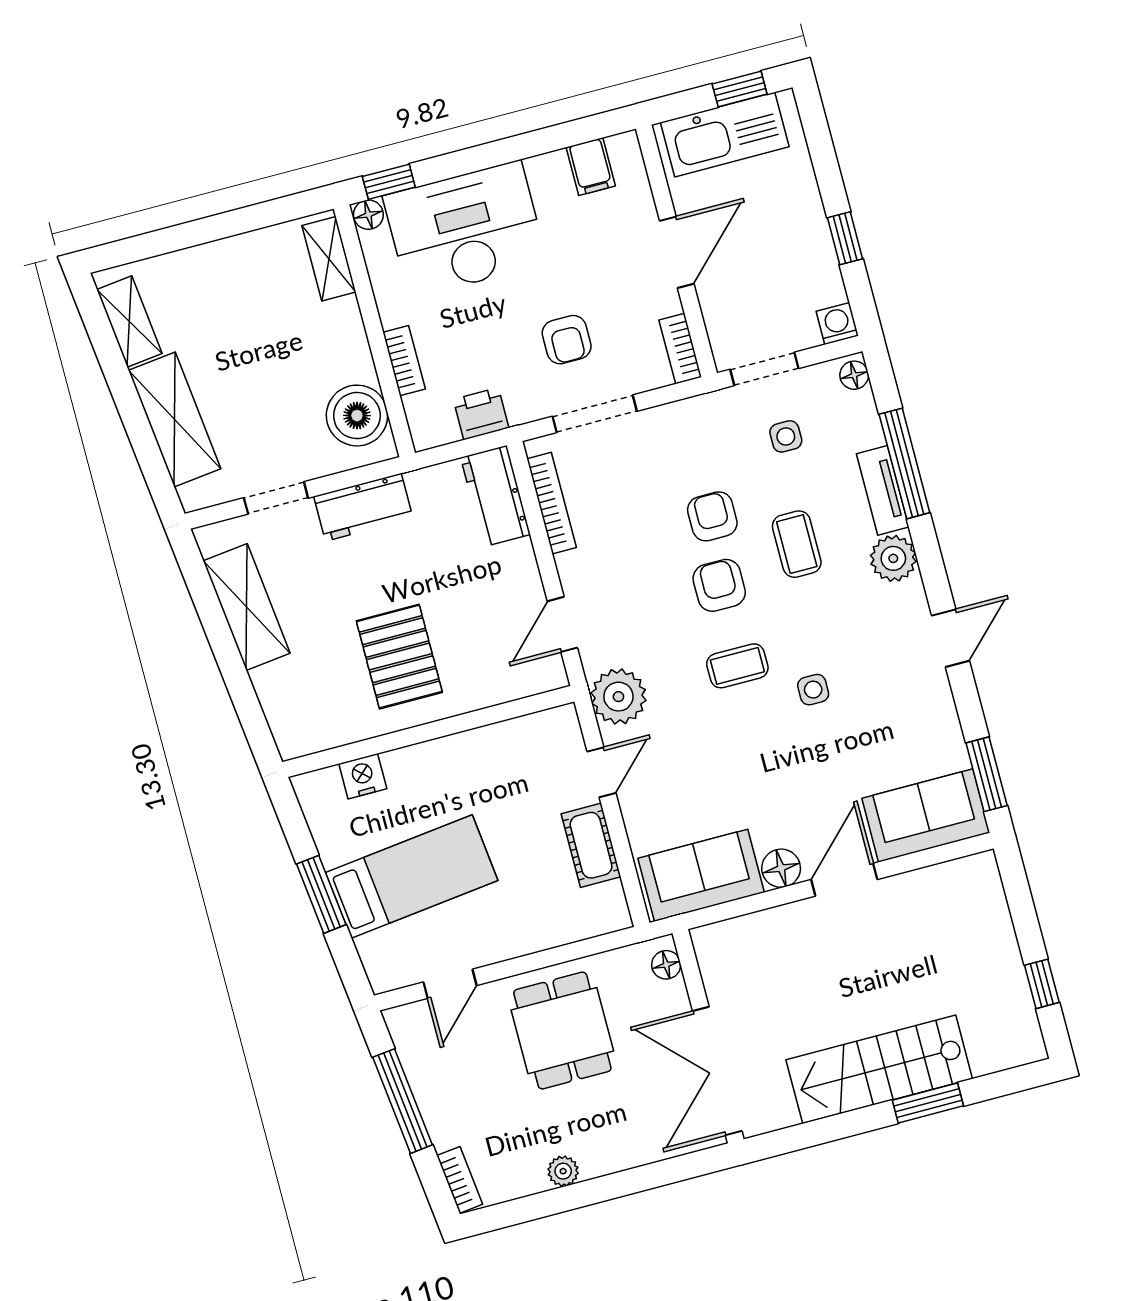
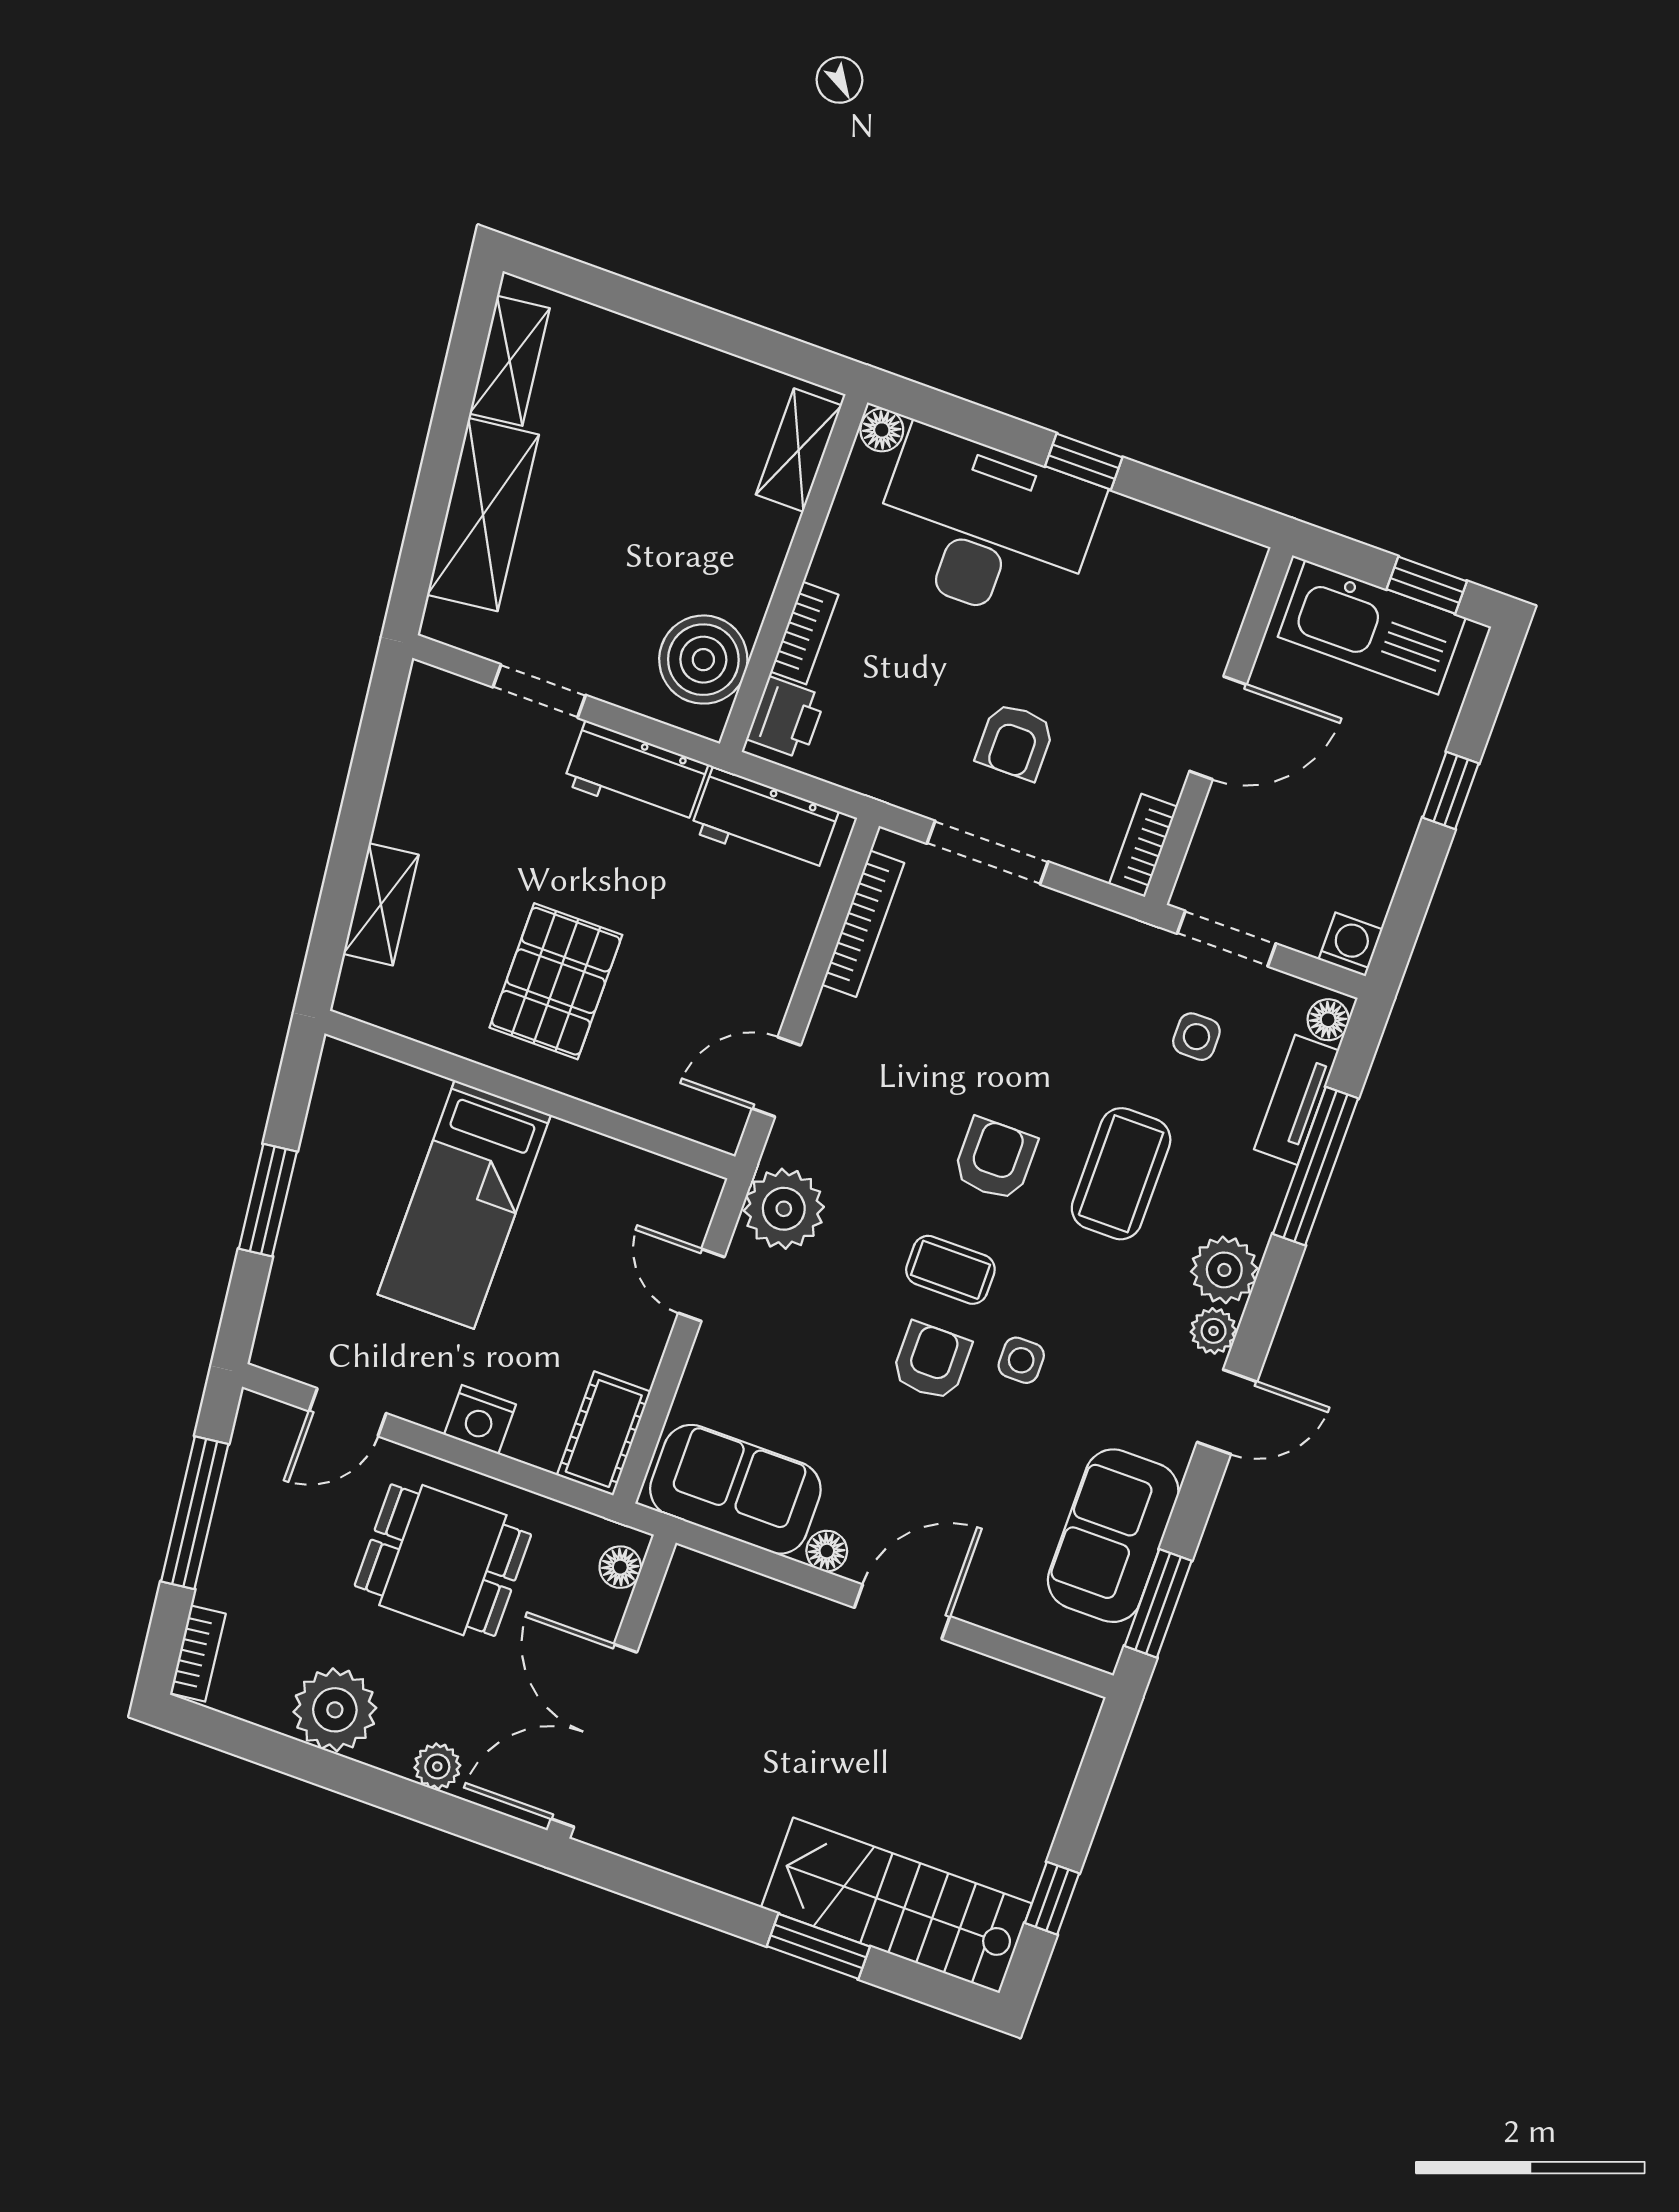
filing cabinet: (591, 167) -> (1186, 555), removed
window: (389, 182) -> (1084, 462), moved
window: (845, 238) -> (1451, 791), moved
printer: (481, 414) -> (786, 718), moved, turned 90
tv unit: (883, 490) -> (1296, 1100), moved
workbench: (496, 496) -> (764, 821), moved, turned -90
armchair: (712, 516) -> (931, 1361), moved
coffee table: (797, 544) -> (1121, 1174), width x1.36, depth x1.30
plant: (911, 597) -> (1214, 1331), added
shelving: (247, 607) -> (381, 904), moved, width x0.67, depth x0.75
door: (601, 772) -> (701, 1285), swing flipped
nightstand: (363, 776) -> (480, 1420), moved, turned 180
sofa: (926, 816) -> (1113, 1536), moved, turned -90
cot: (591, 845) -> (604, 1433), moved
floor lamp: (781, 868) -> (827, 1551), width x0.73, depth x0.73
bed: (412, 876) -> (464, 1205), moved, turned 97
dining table: (562, 1031) -> (443, 1560), turned 90
stairs: (879, 1069) -> (896, 1905), moved
plant: (640, 1150) -> (437, 1766), added
plant: (563, 1171) -> (335, 1710), width x1.87, depth x1.87

